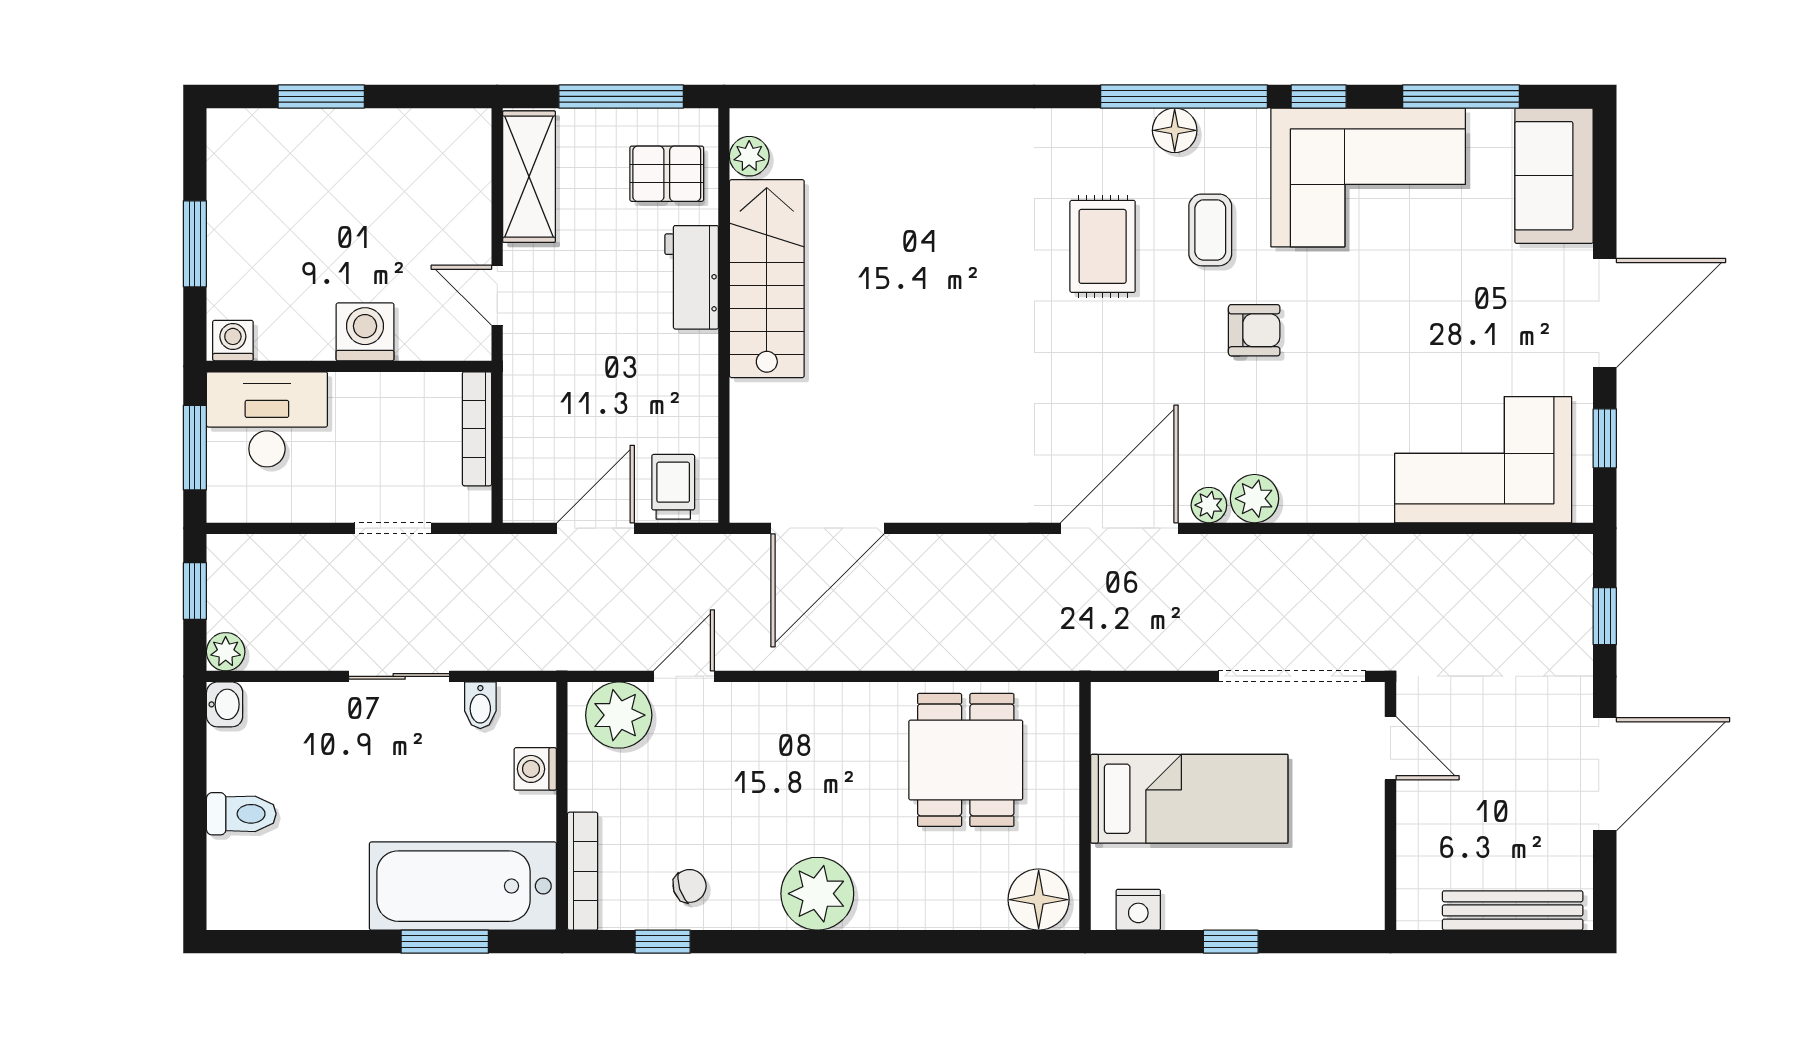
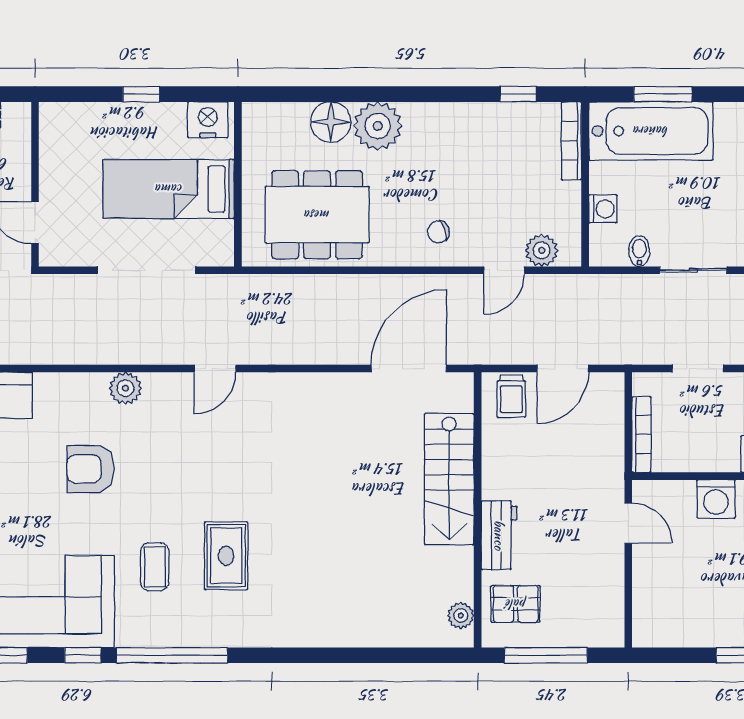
floor lamp: (1175, 130) -> (178, 633), removed
shelving: (529, 177) -> (607, 602), removed
stairs: (767, 279) -> (449, 479), moved
armchair: (1254, 330) -> (91, 469), moved, width x1.38, depth x1.38
plant: (1209, 505) -> (156, 384), removed
door: (1119, 528) -> (215, 369), width x0.53
doorway: (1292, 676) -> (146, 270), moved
plant: (619, 715) -> (542, 250), width x0.73, depth x0.73
dining table: (966, 760) -> (317, 215), width x1.38
chair: (690, 886) -> (438, 232), moved
plant: (817, 894) -> (378, 126), moved
floor lamp: (1039, 900) -> (331, 122), moved
nightstand: (1138, 910) -> (208, 120), width x1.36, depth x1.33

